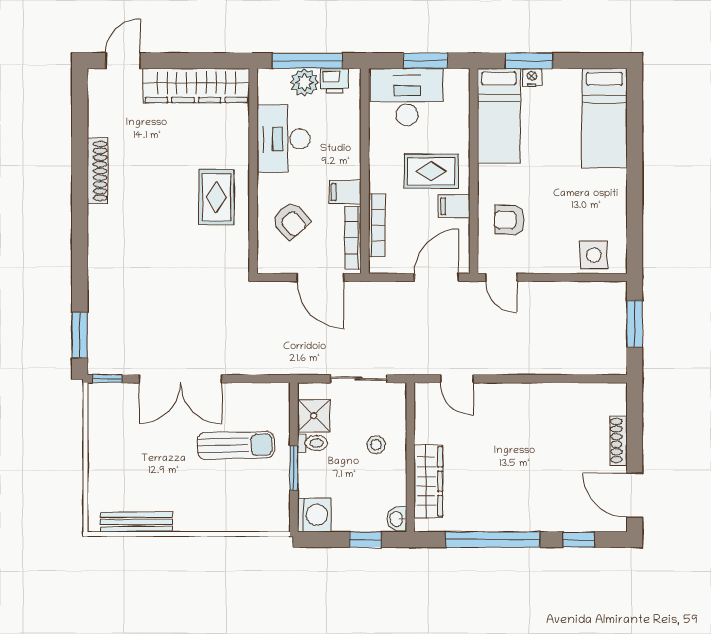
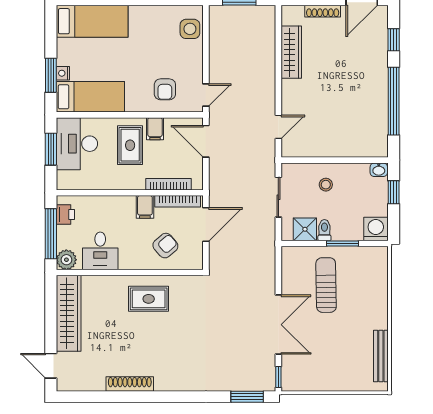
plant: (304, 82) -> (66, 260), moved
desk: (407, 97) -> (77, 144), moved
desk: (284, 139) -> (100, 251), width x0.73
wardrobe: (428, 481) -> (291, 52), moved, turned 90

